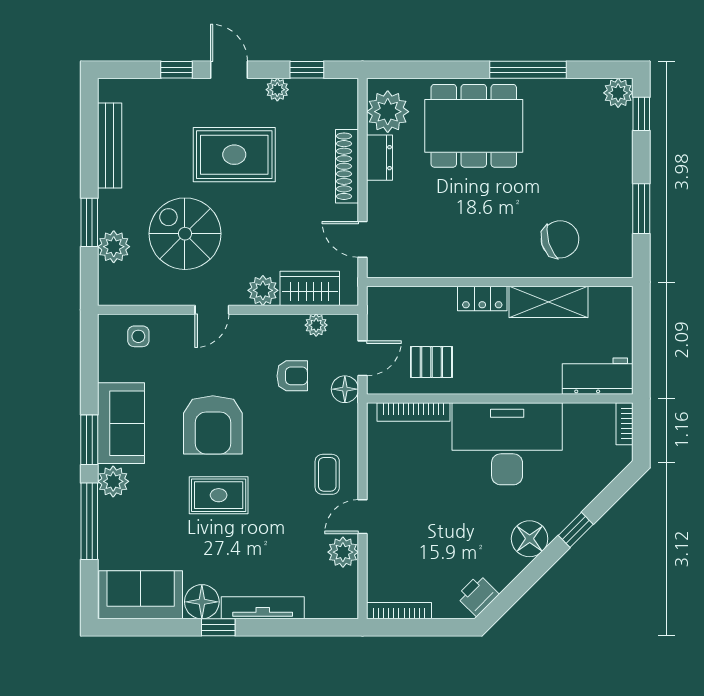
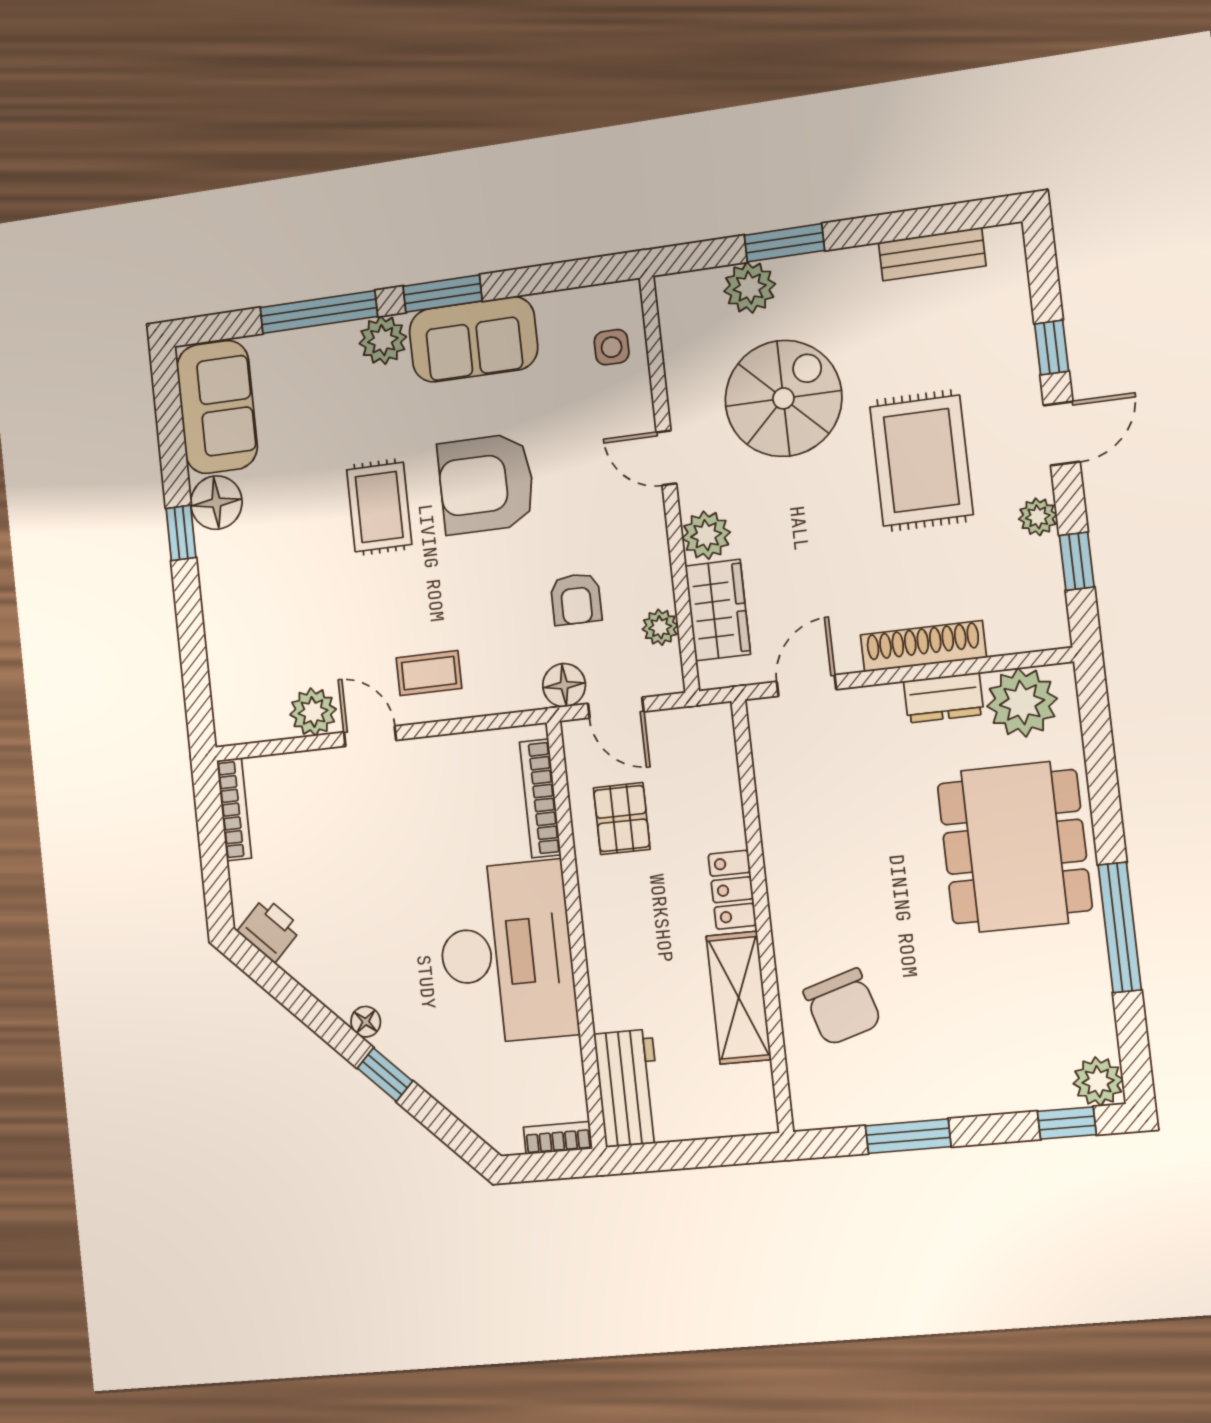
bench: (110, 145) -> (932, 254), width x0.73
floor lamp: (530, 539) -> (366, 1022), width x0.53, depth x0.53
tv unit: (263, 608) -> (217, 597), removed

